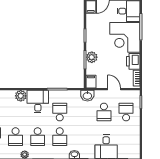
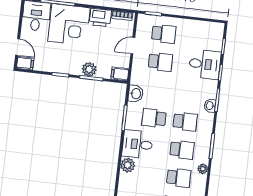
washbasin: (87, 96) -> (136, 94), moved
school desk: (126, 112) -> (164, 34), turned 180

